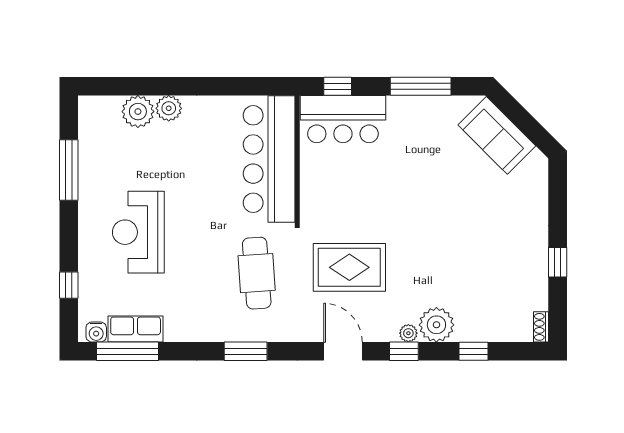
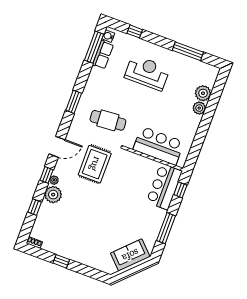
bar counter: (269, 159) -> (159, 146), width x0.73

